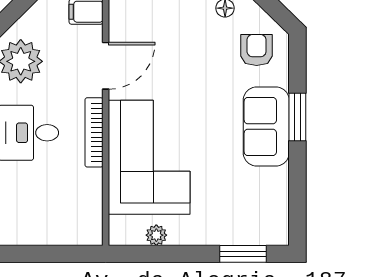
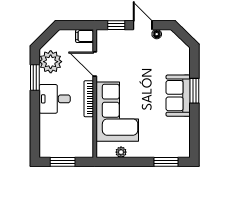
armchair: (257, 50) -> (173, 56), removed
door: (106, 66) -> (95, 64), swing flipped
window: (44, 254) -> (63, 162), added

